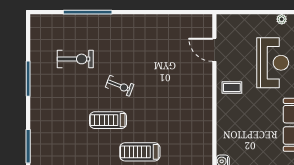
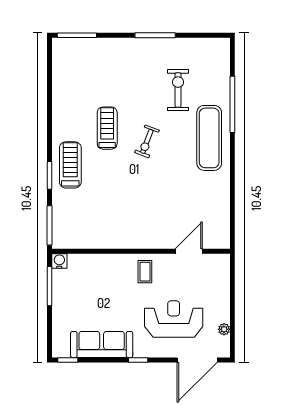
exercise mat: (117, 32) -> (209, 138), added
exercise bike: (75, 59) -> (178, 90), turned 180
reception desk: (273, 63) -> (174, 319), turned 180

